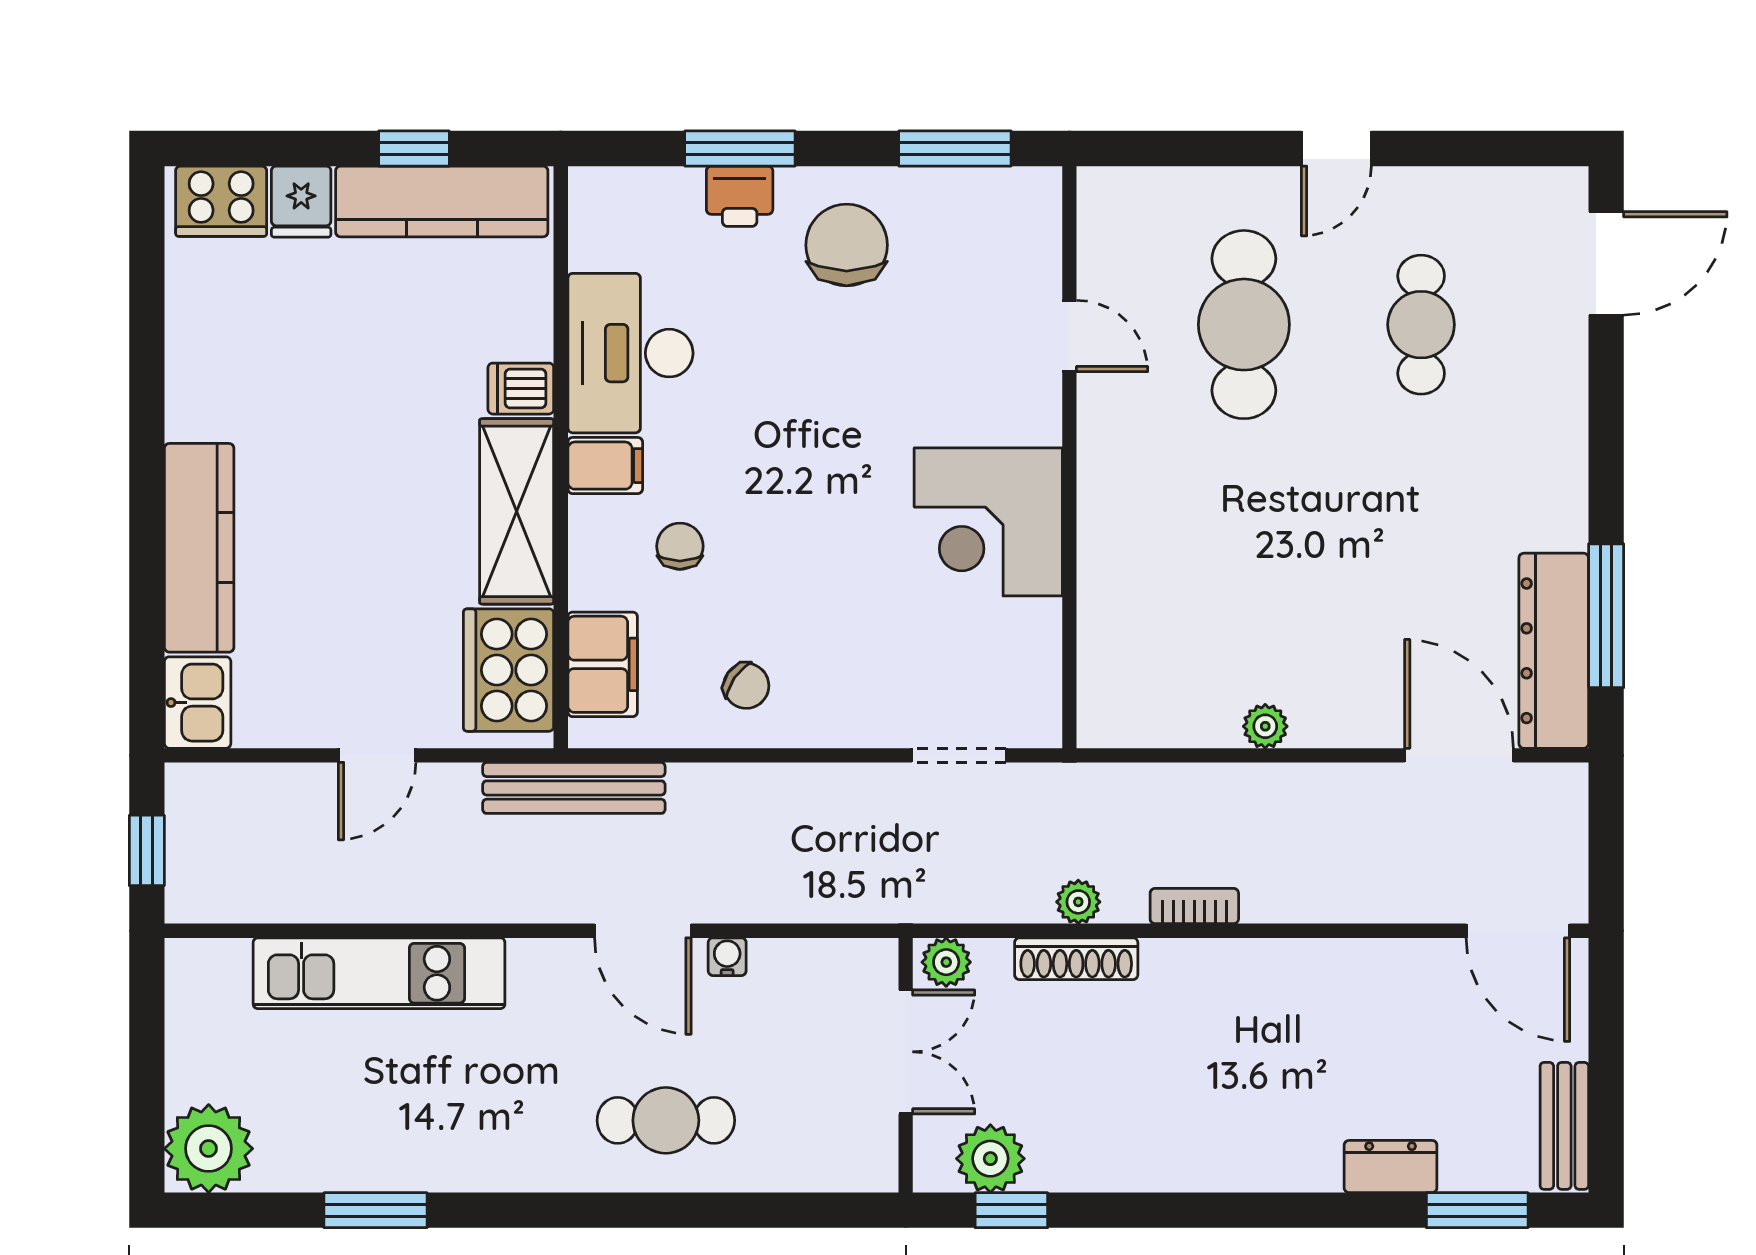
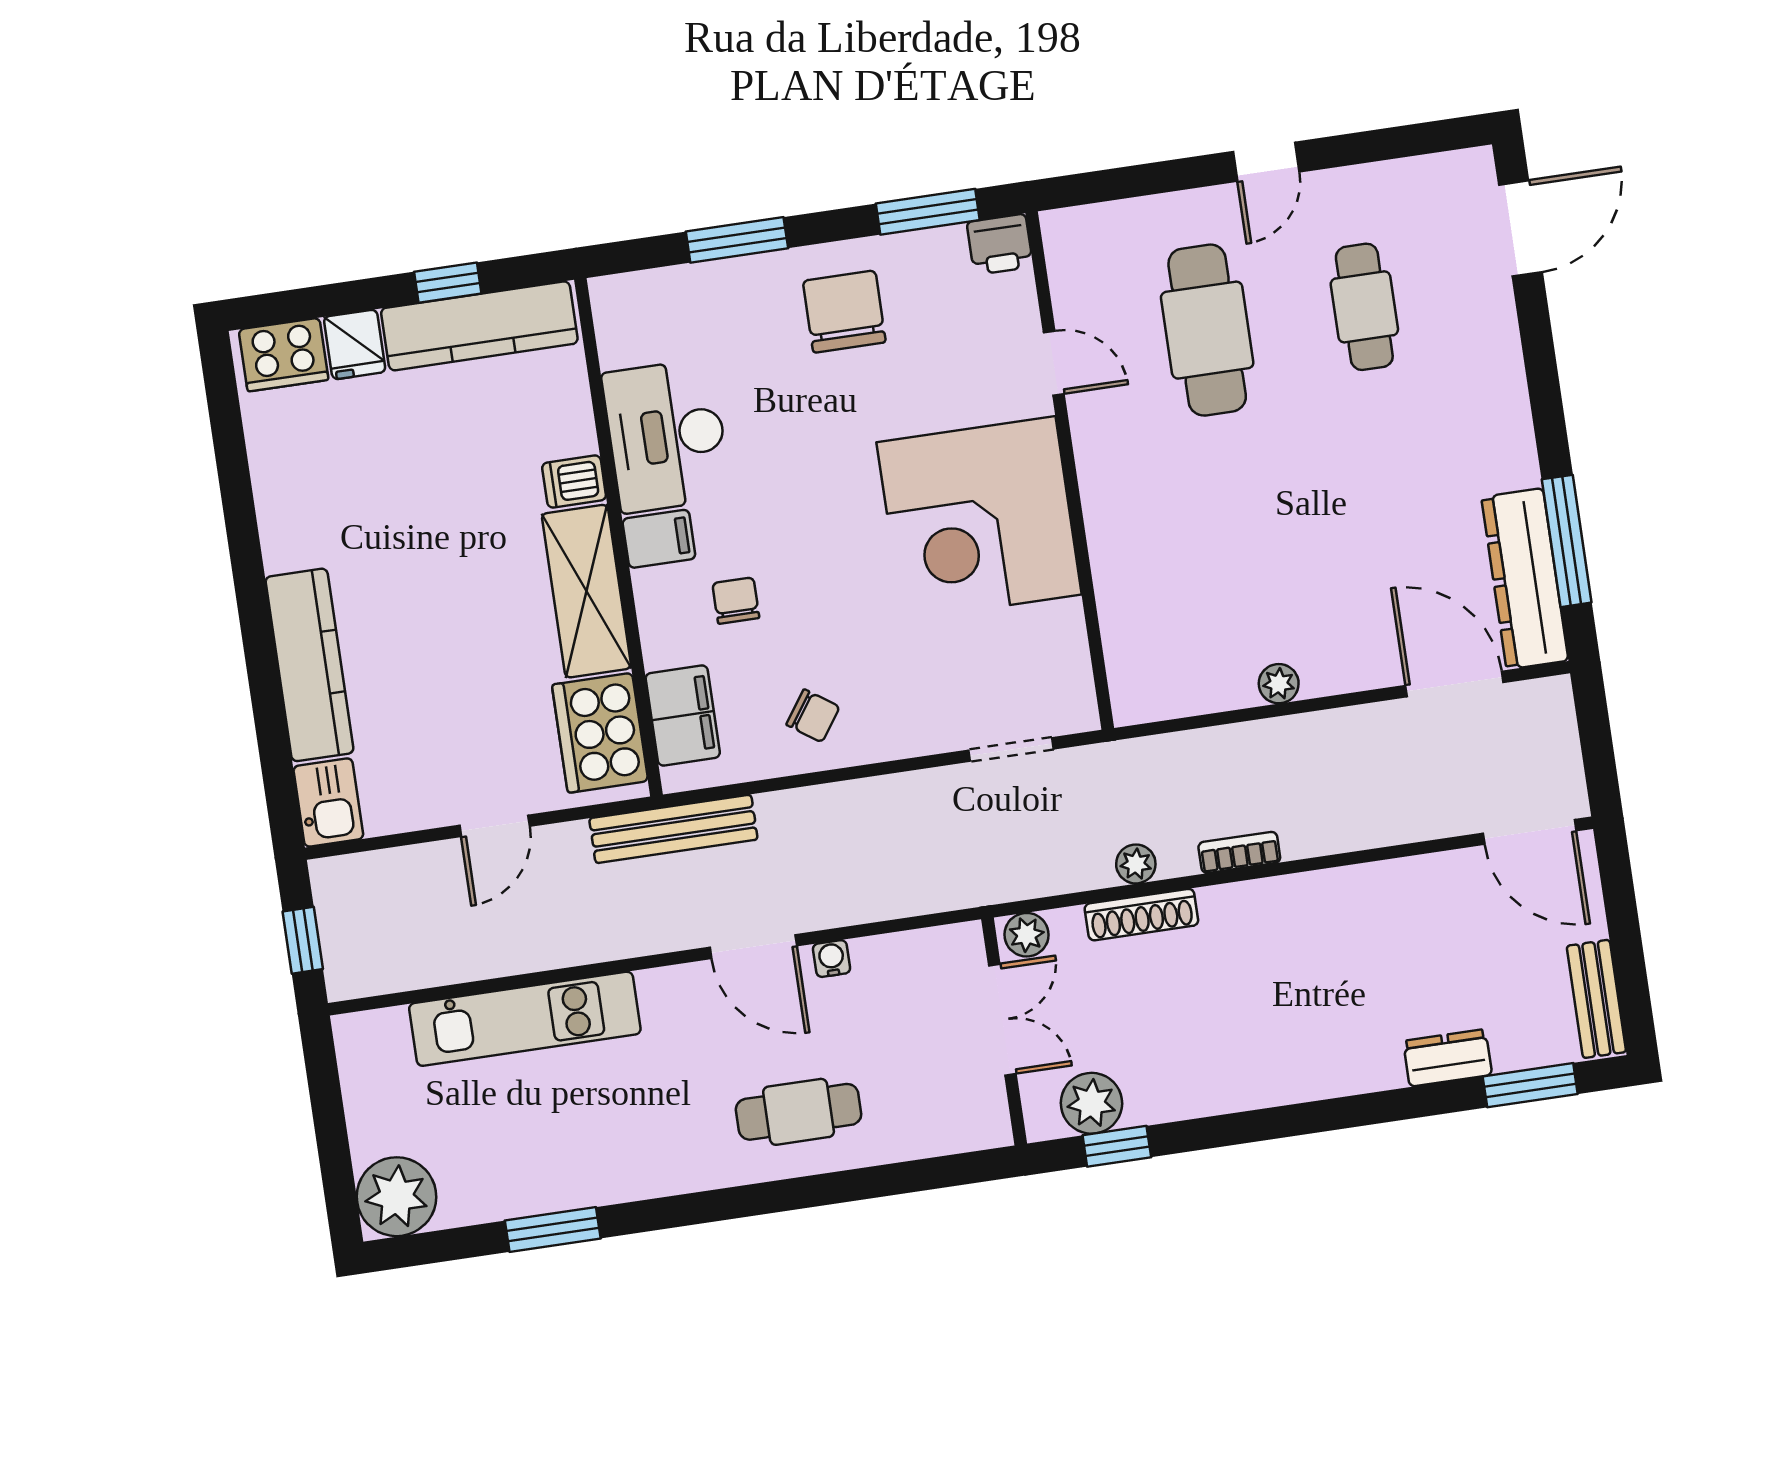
printer: (740, 196) -> (1000, 244), moved
corner desk: (988, 522) -> (979, 518), width x1.36, depth x1.36

